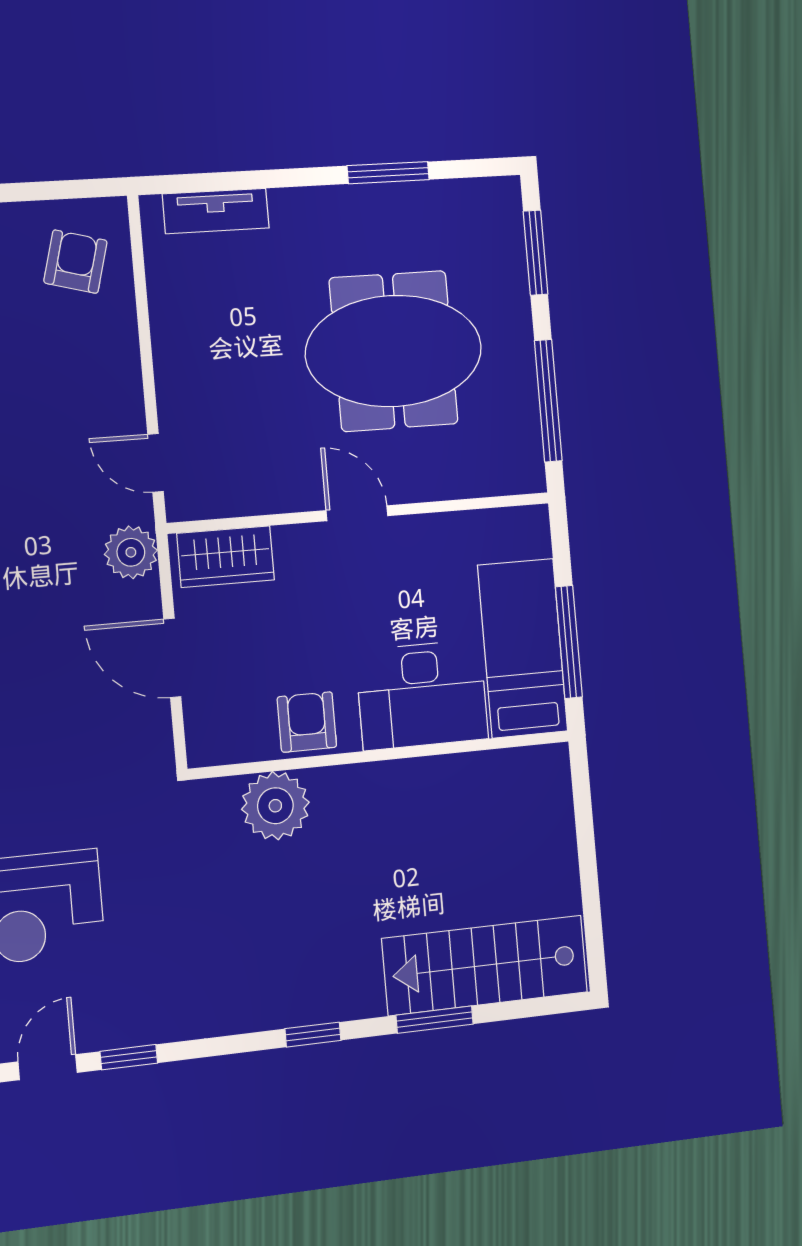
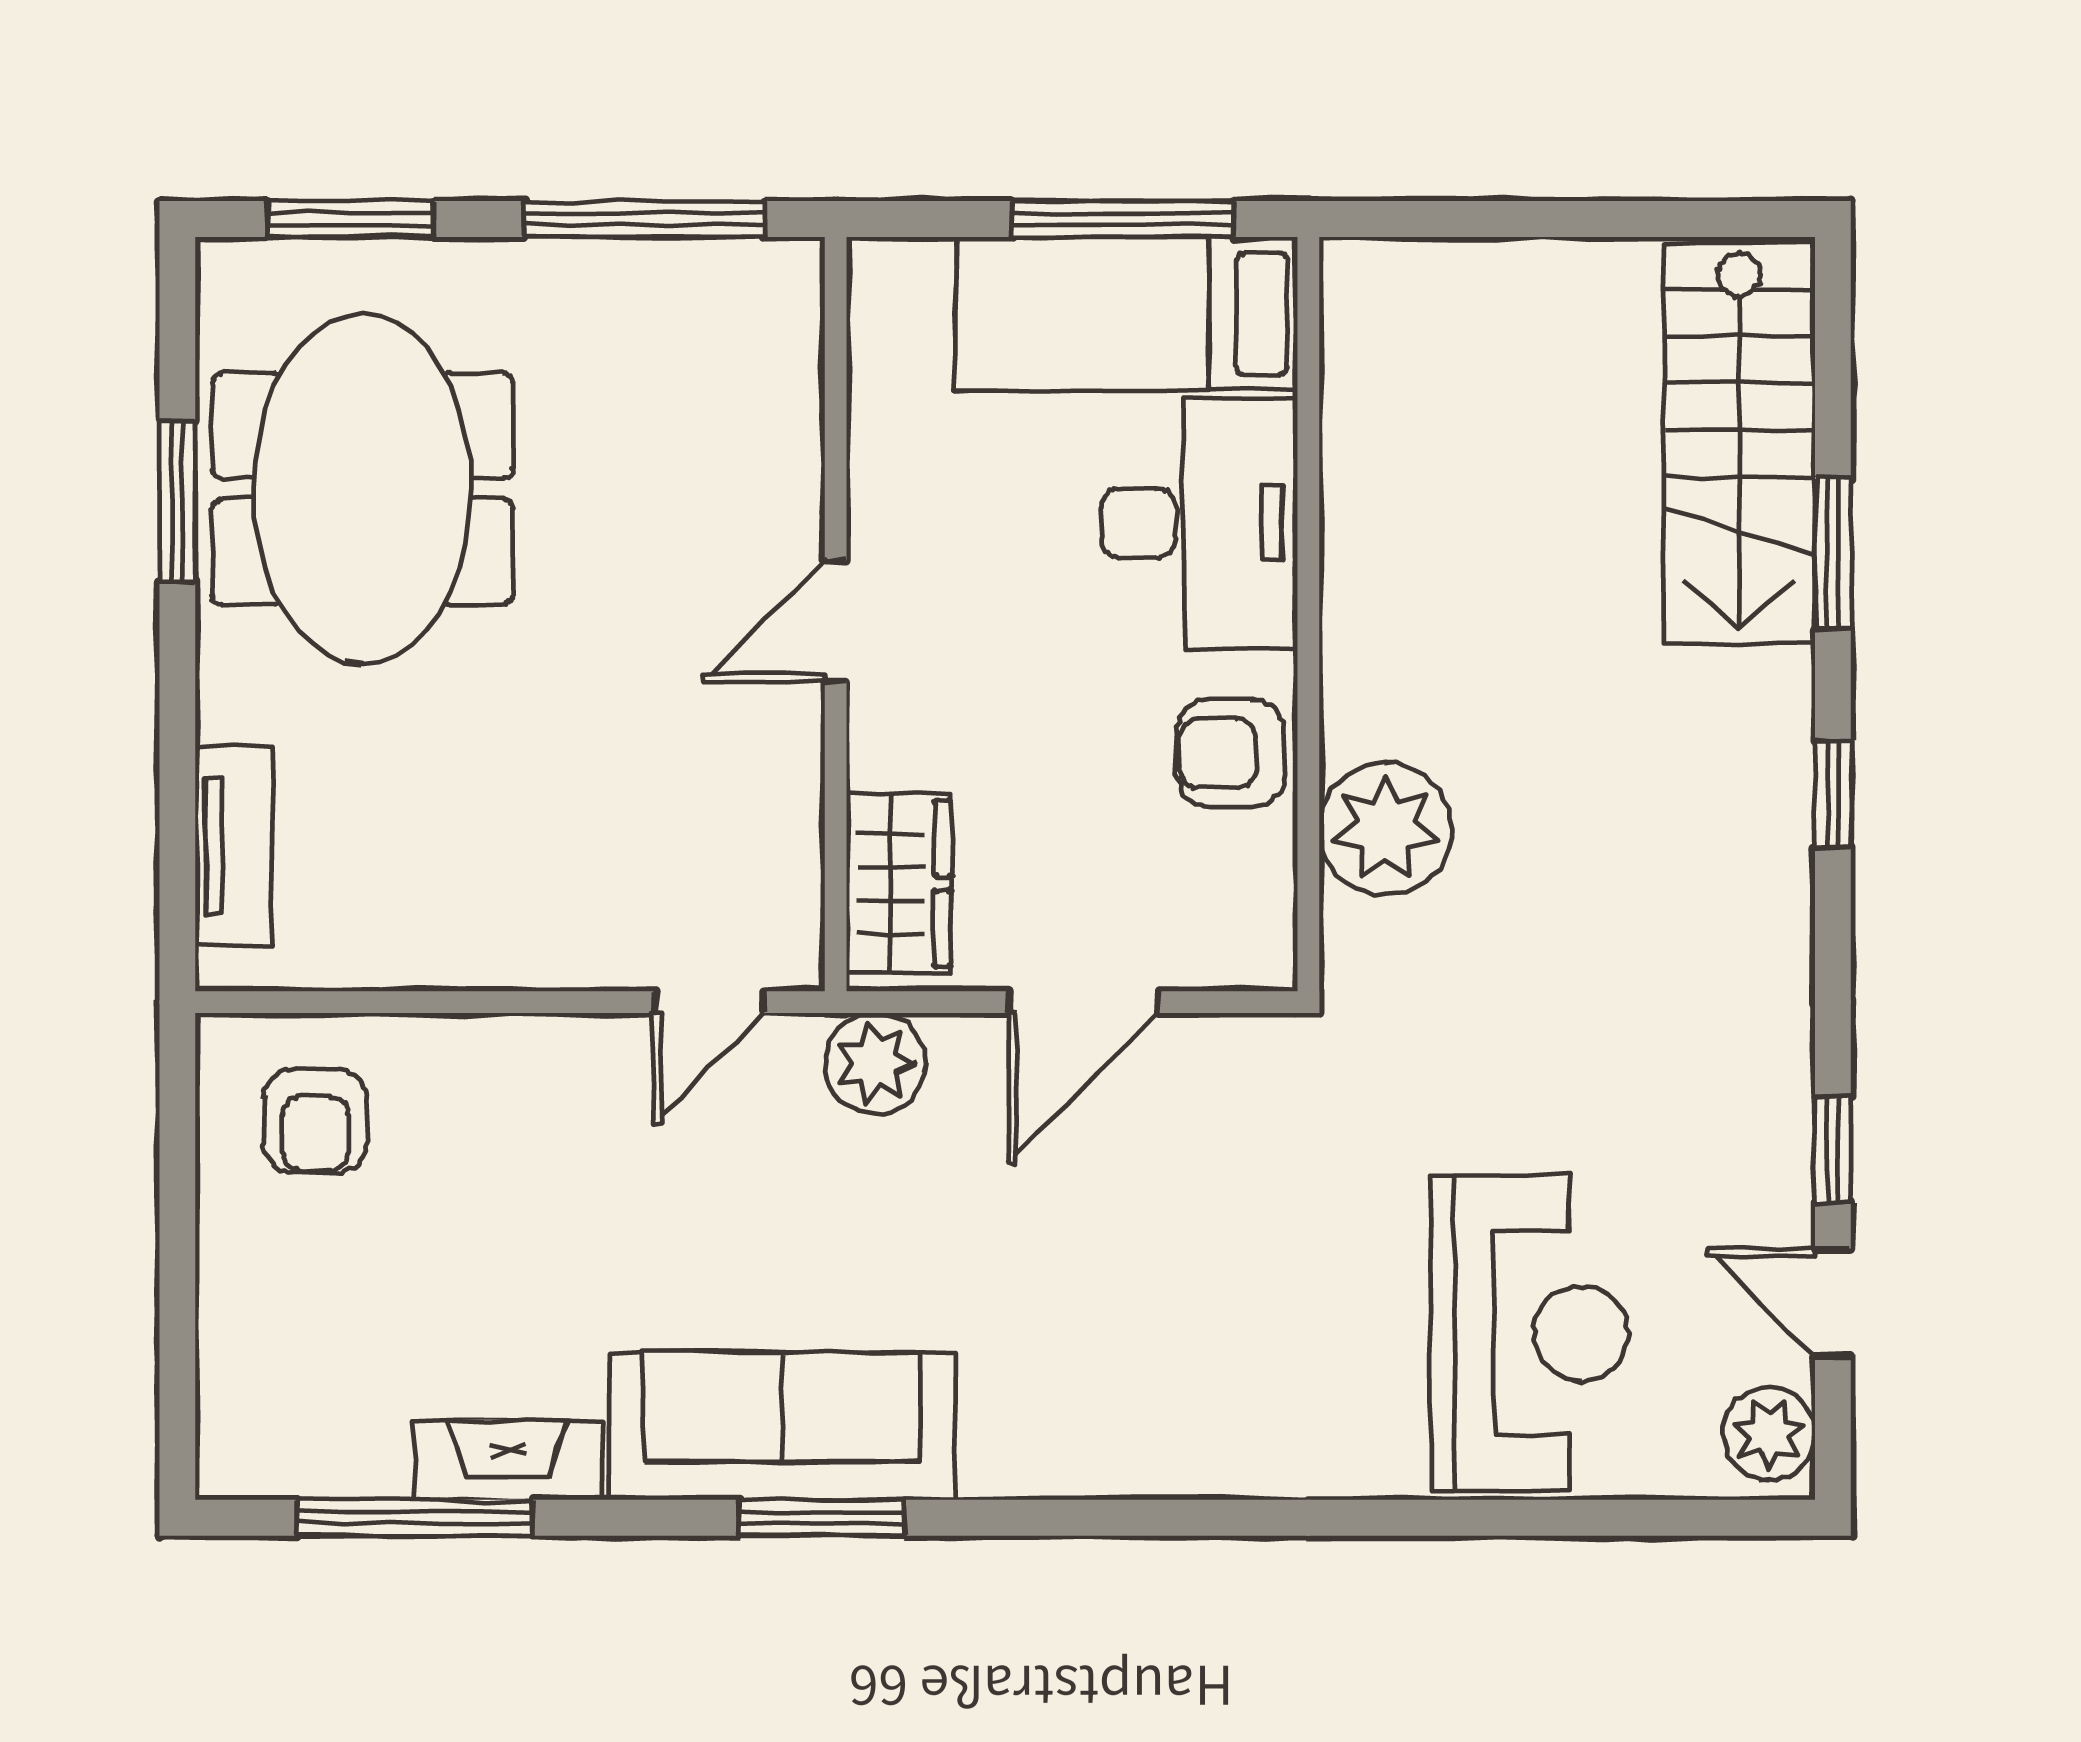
armchair: (75, 262) -> (315, 1121), turned -105
meeting table: (394, 351) -> (363, 489), moved

